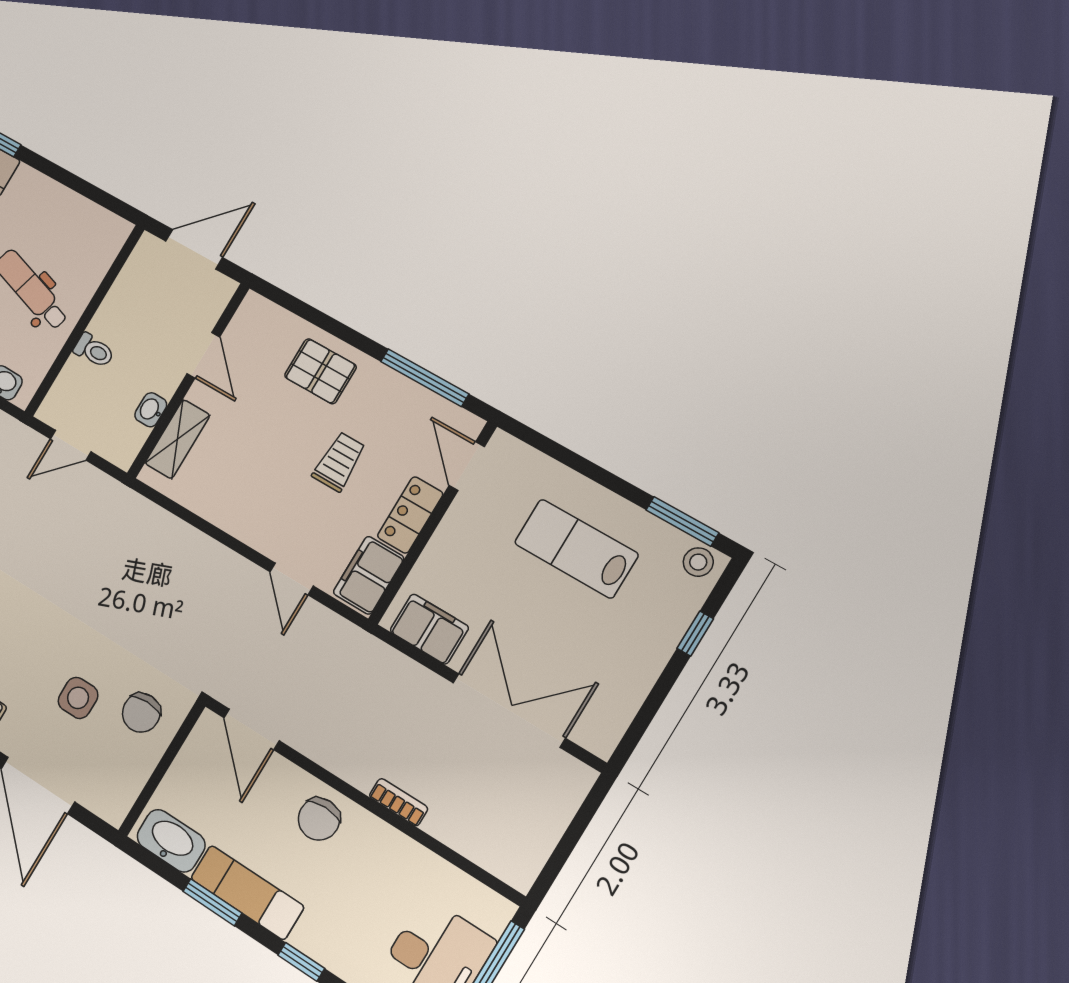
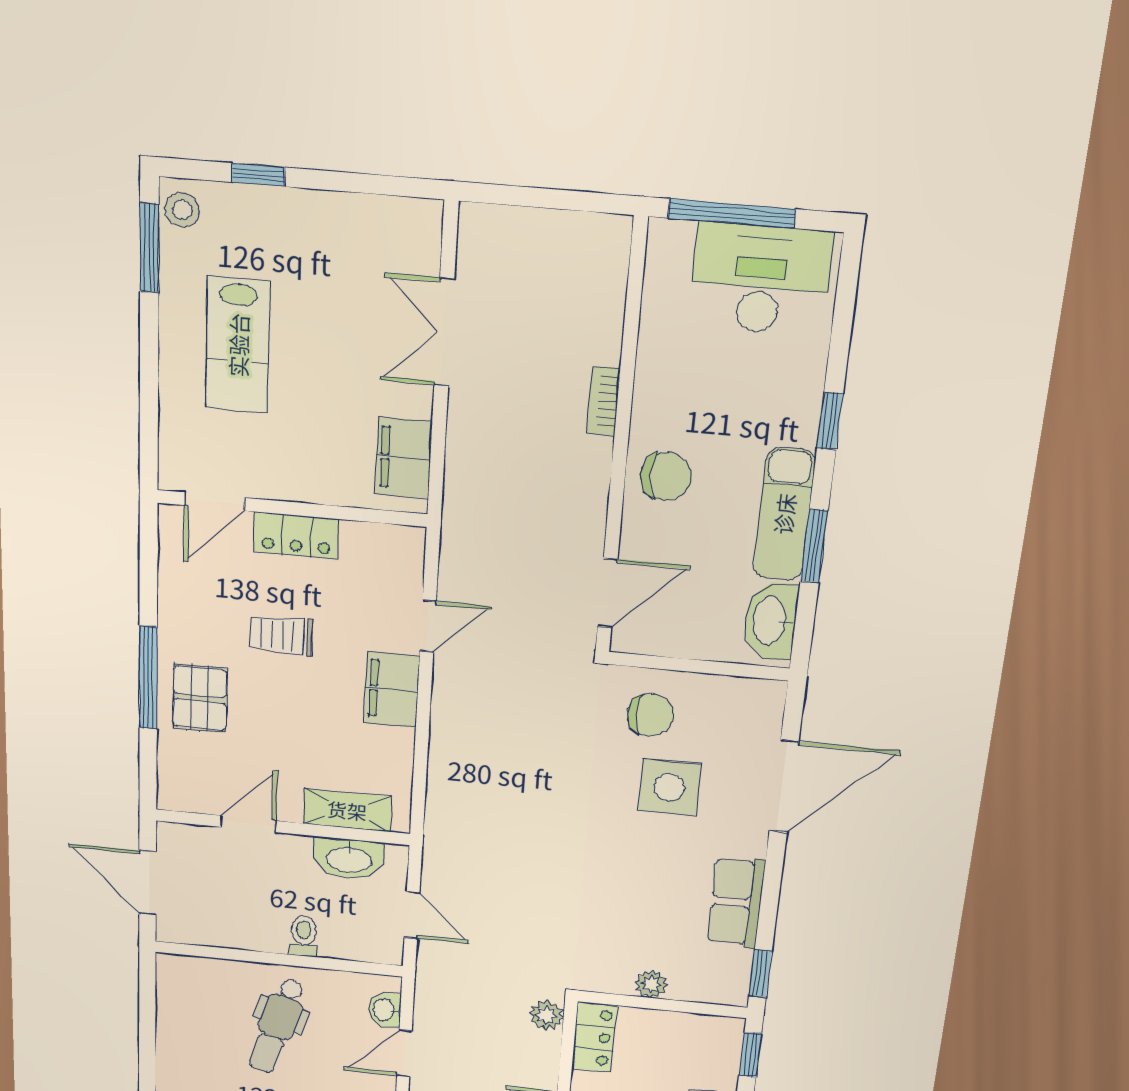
window: (425, 378) -> (148, 678), moved
washbasin: (151, 410) -> (349, 859), width x1.91, depth x1.45
filing cabinet: (369, 575) -> (392, 689), moved, turned 90
side table: (78, 698) -> (669, 787), width x1.37, depth x1.37
double door: (509, 710) -> (444, 332), width x0.73

